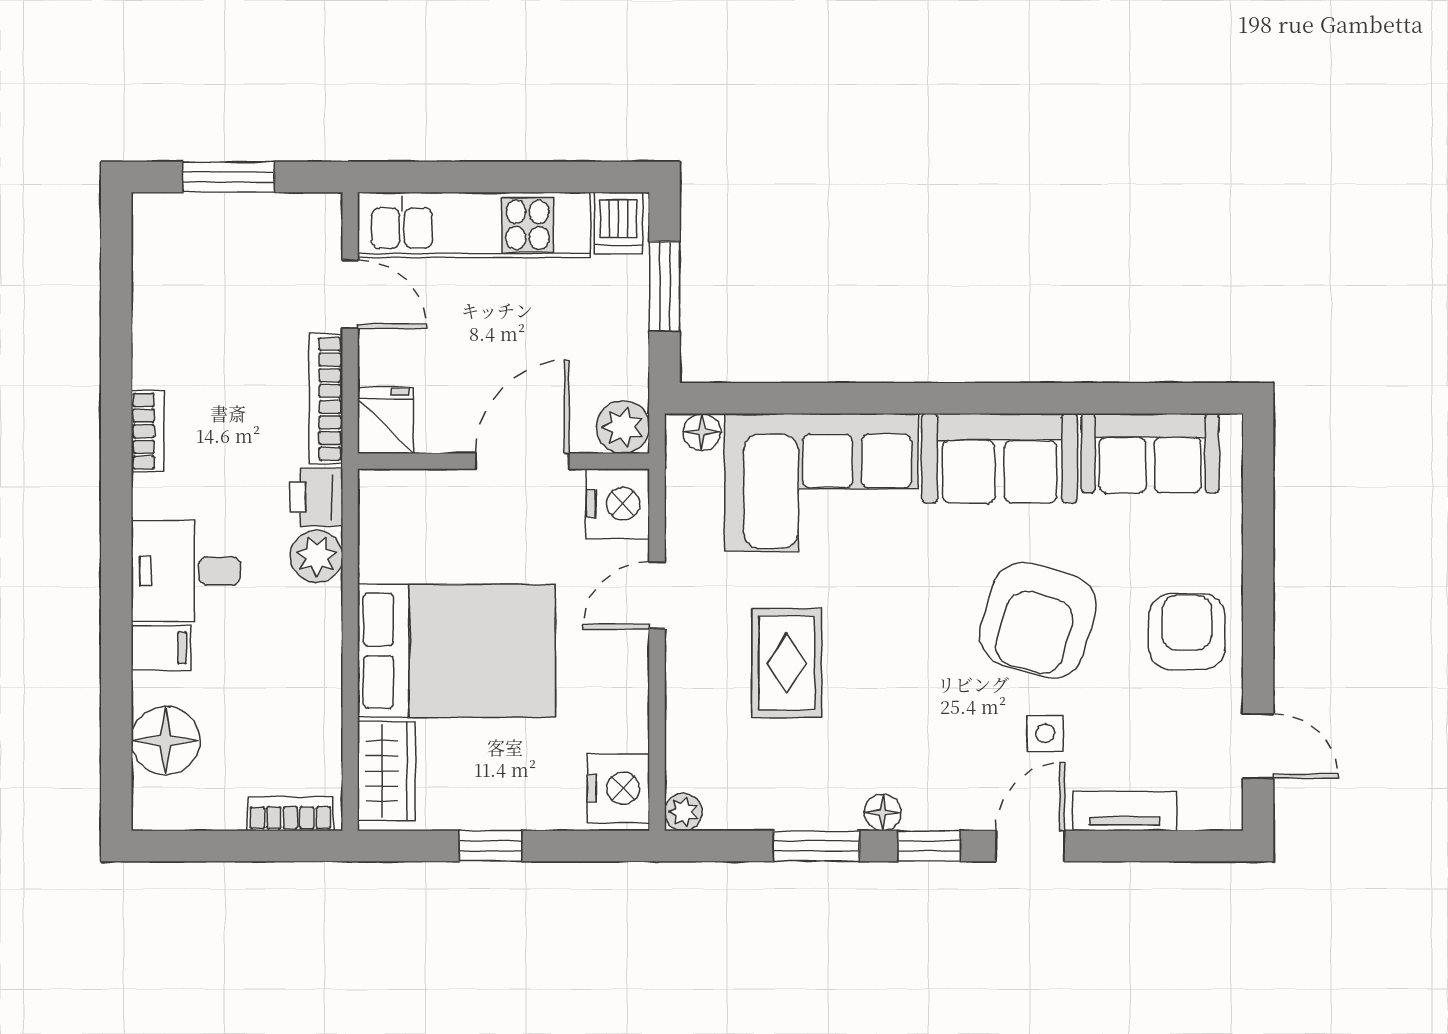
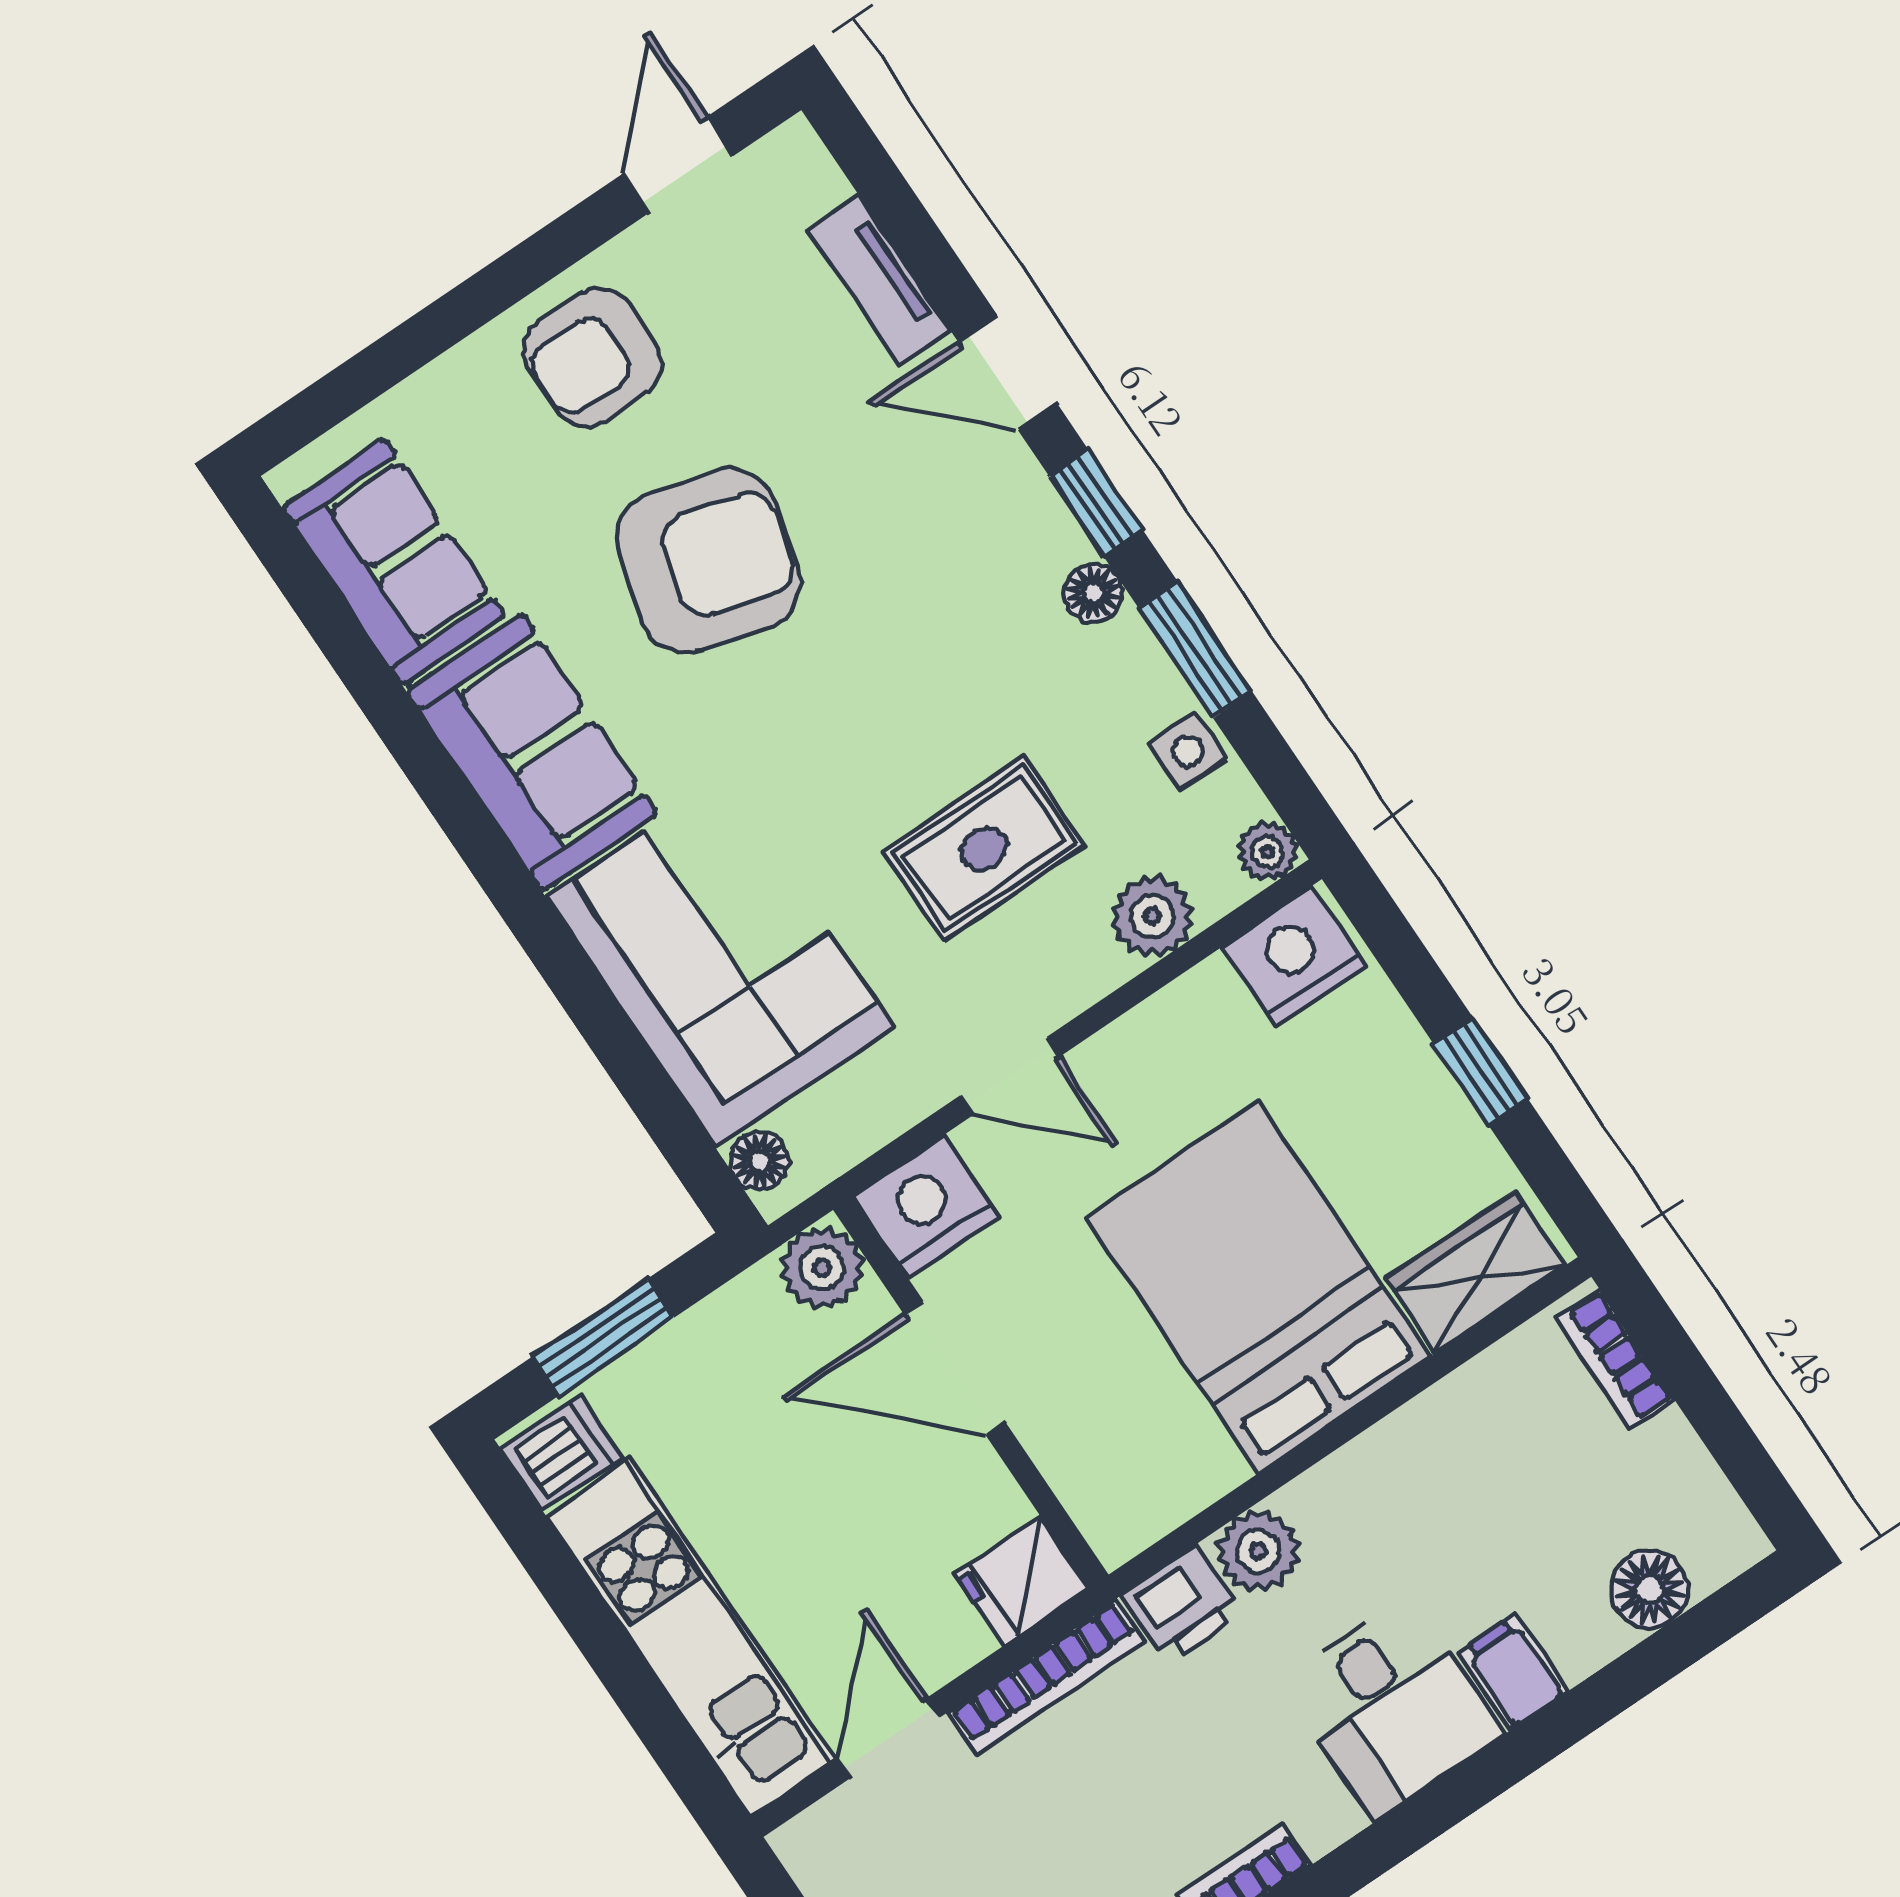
plant: (691, 728) -> (1152, 916), added
side table: (1045, 733) -> (1188, 751), moved
floor lamp: (166, 740) -> (1650, 1589), width x0.73, depth x0.73

